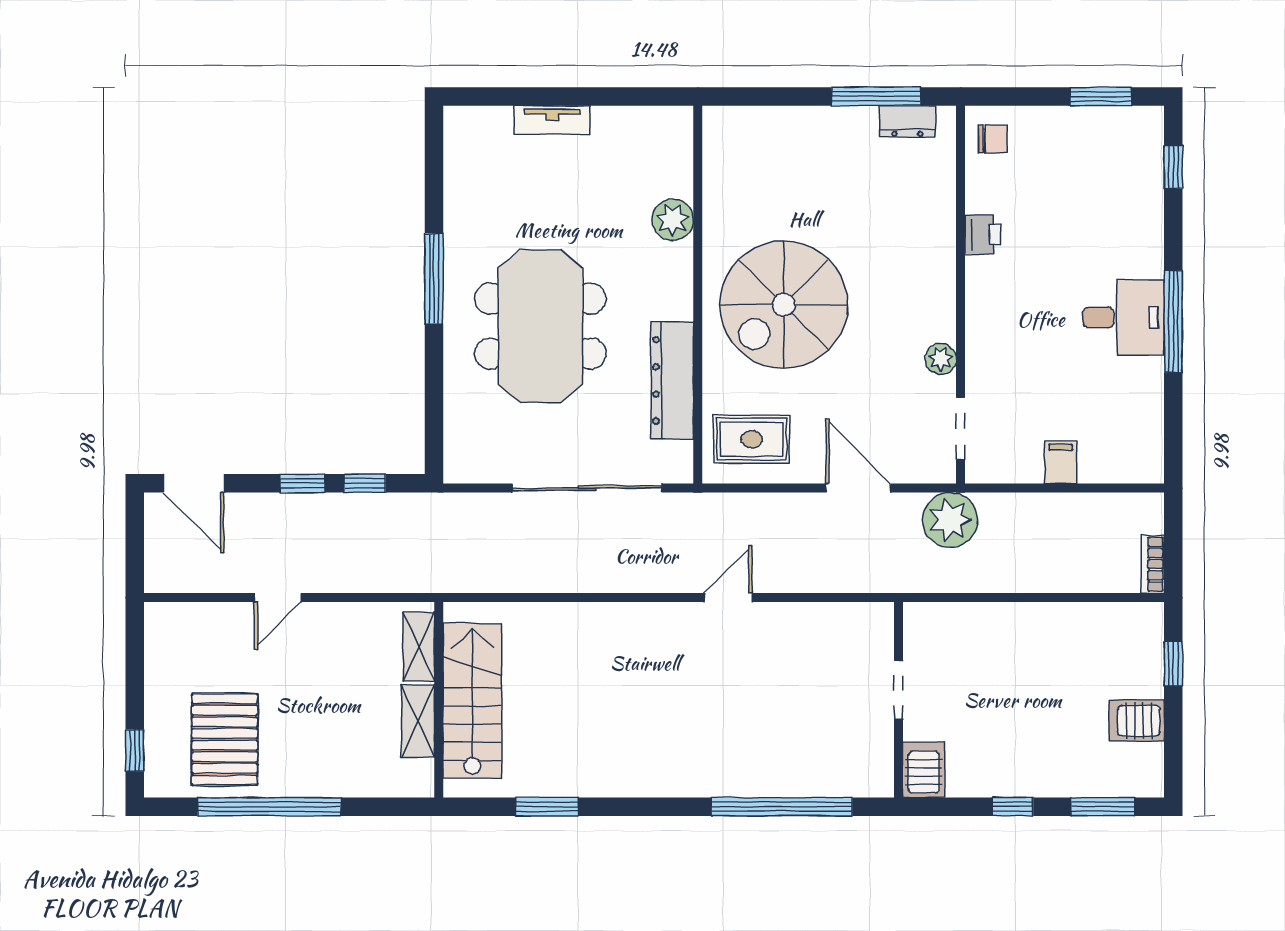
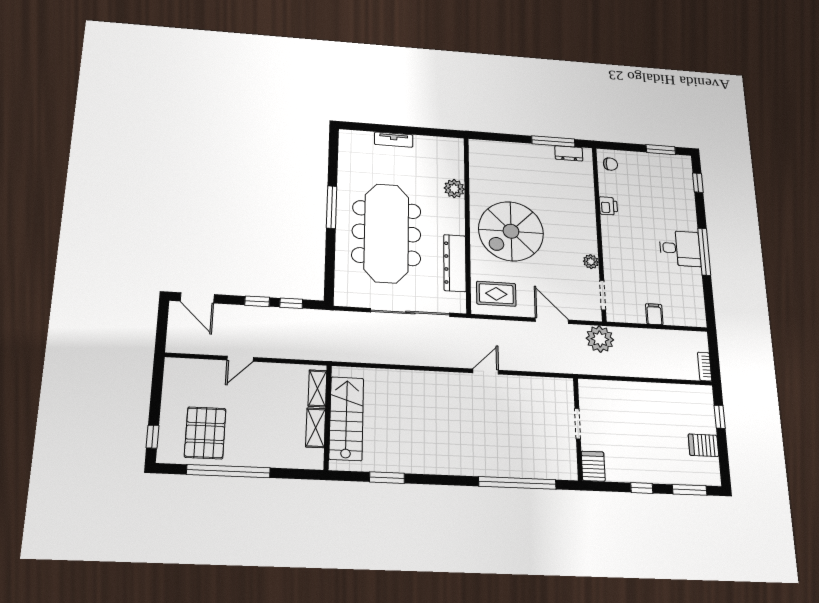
meeting table: (540, 326) -> (386, 233), width x1.36

